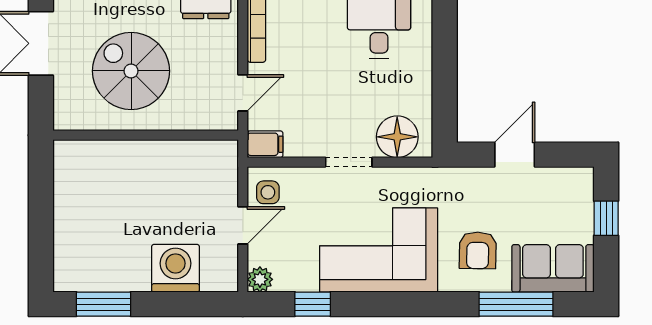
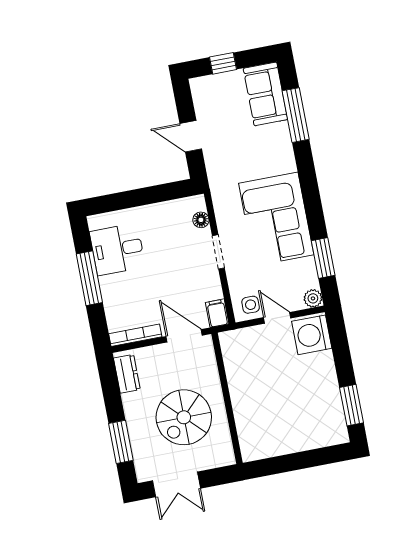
door: (243, 93) -> (184, 336), width x1.38
floor lamp: (397, 137) -> (201, 220), width x0.53, depth x0.53
armchair: (478, 250) -> (263, 149), removed
washing machine: (175, 268) -> (312, 335), moved
window: (313, 304) -> (323, 258), width x1.50

